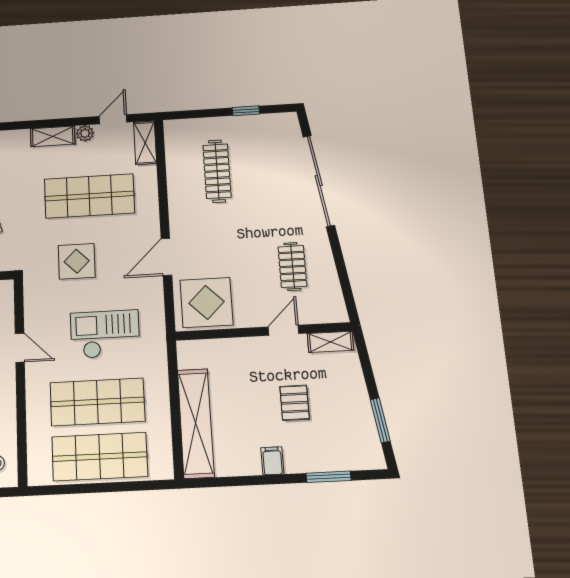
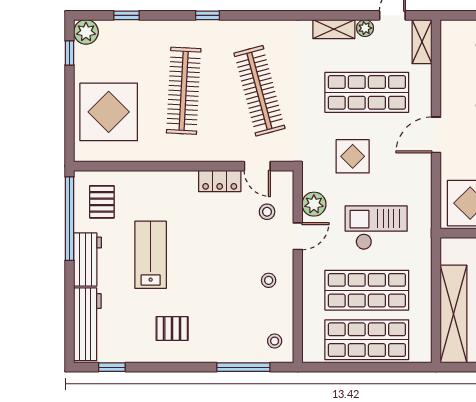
door: (166, 257) -> (436, 135), moved
plant: (37, 313) -> (314, 204), added
door: (20, 348) -> (298, 236), hinge flipped

